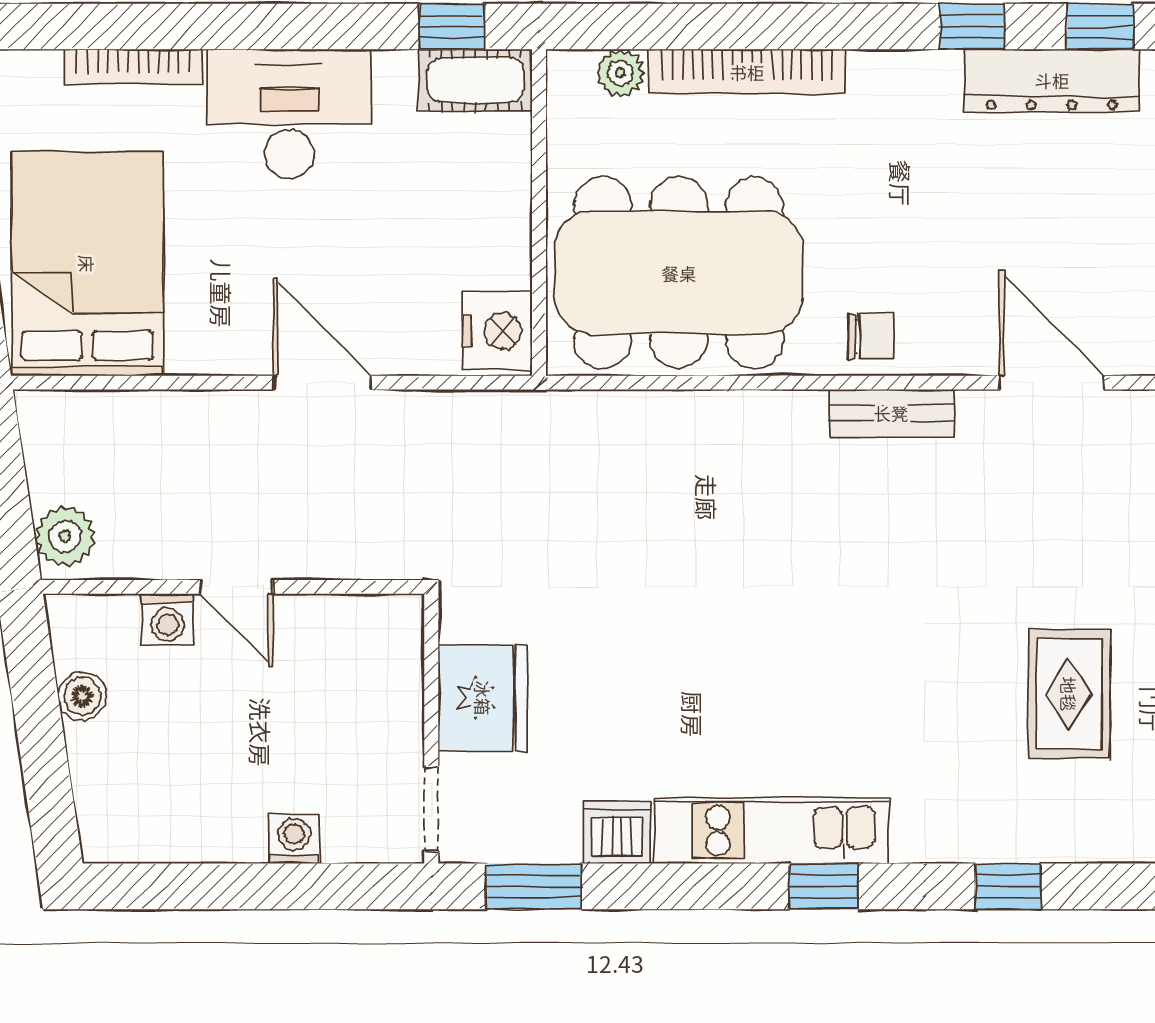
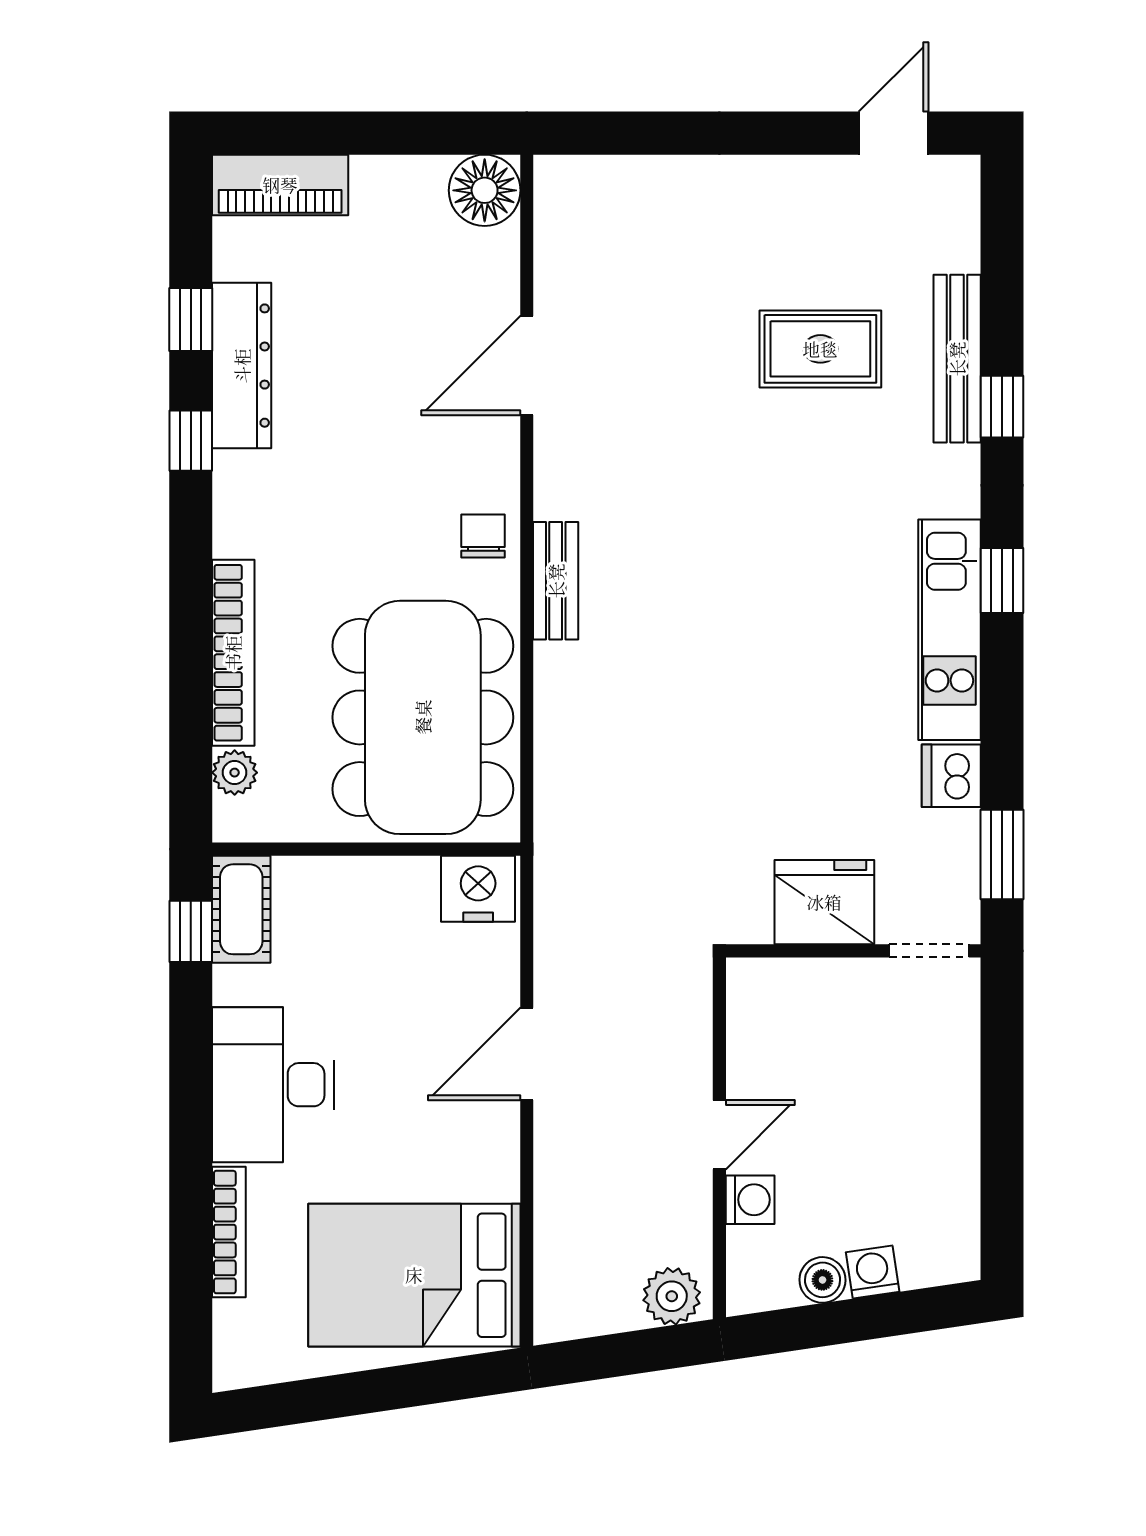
bench: (891, 413) -> (556, 581), moved
washing machine: (294, 839) -> (873, 1272), moved, turned 82
bench: (1059, 839) -> (957, 359), added

